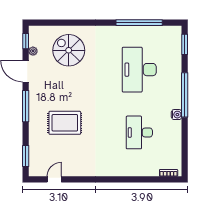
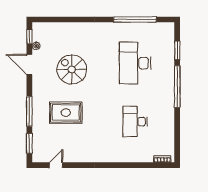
window: (185, 44) -> (177, 50), moved
spiral stairs: (69, 50) -> (72, 69), moved
window: (26, 106) -> (29, 111), moved
water cooler: (177, 115) -> (170, 105), removed

